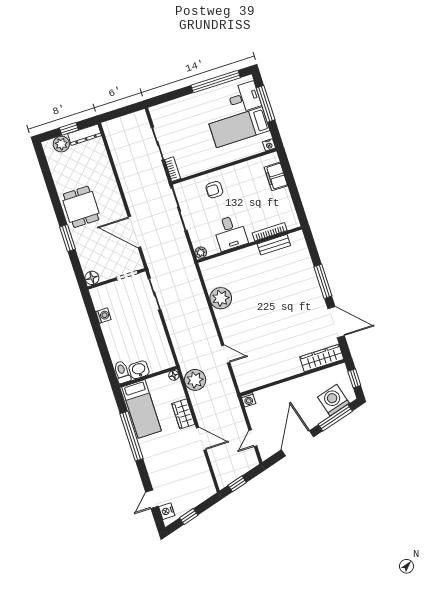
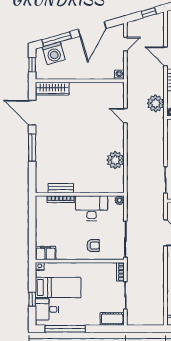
window: (266, 104) -> (32, 299), width x0.46
cot: (164, 111) -> (112, 319), added
filing cabinet: (276, 176) -> (46, 253), moved, turned -90
desk: (230, 233) -> (92, 208), width x1.37

